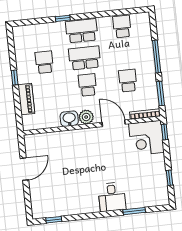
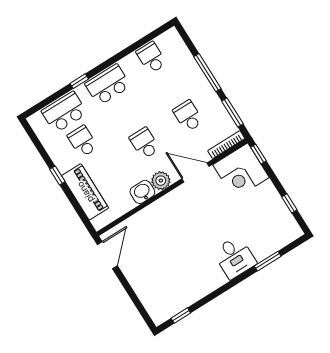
school desk: (85, 58) -> (64, 112), moved
piano: (26, 99) -> (85, 192), width x1.37, depth x1.33
door: (24, 169) -> (107, 255), moved

